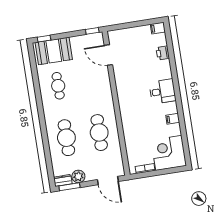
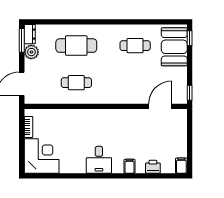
desk: (163, 91) -> (99, 160), moved
filing cabinet: (173, 119) -> (129, 166), moved
cafe table: (99, 133) -> (76, 83), width x0.73, depth x0.74

